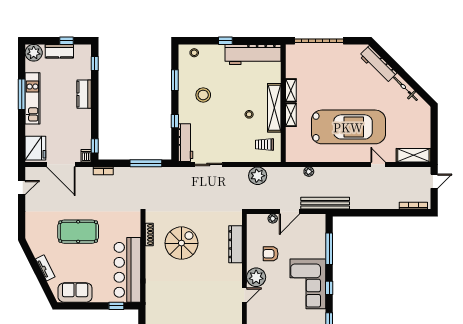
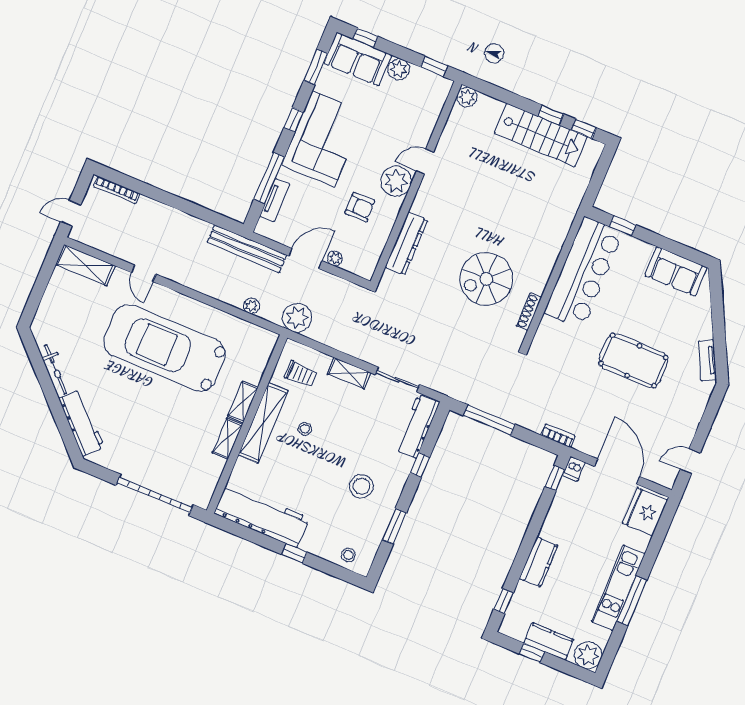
shelving: (237, 157) -> (349, 373), added
plant: (258, 176) -> (297, 318), moved
tv unit: (321, 238) -> (275, 200), added
tv unit: (45, 268) -> (708, 360), moved

